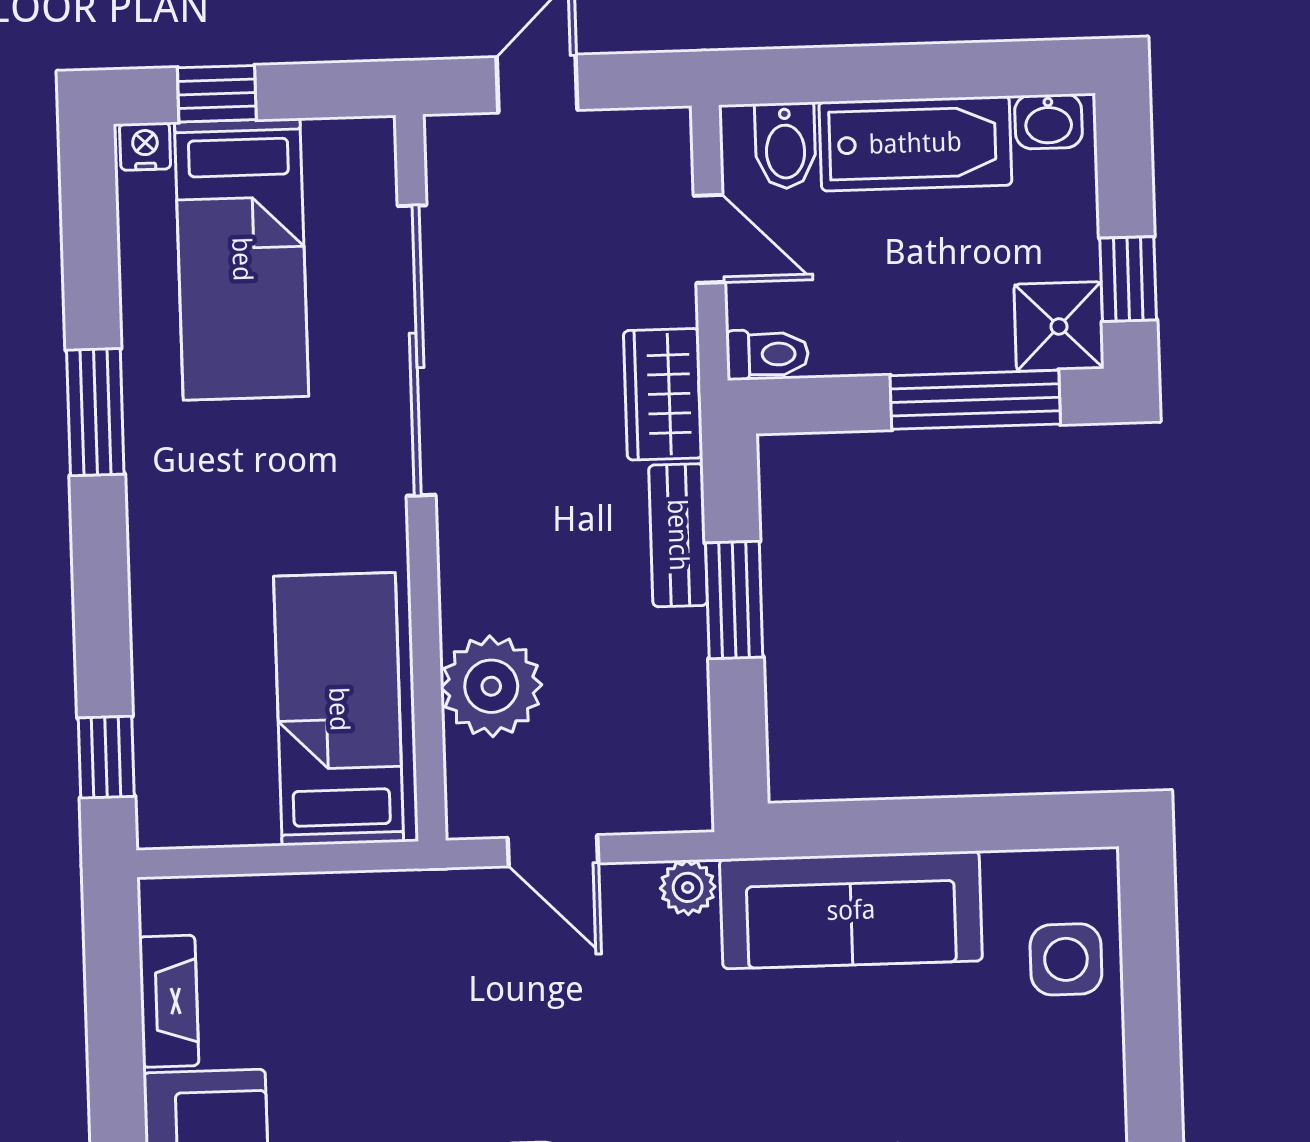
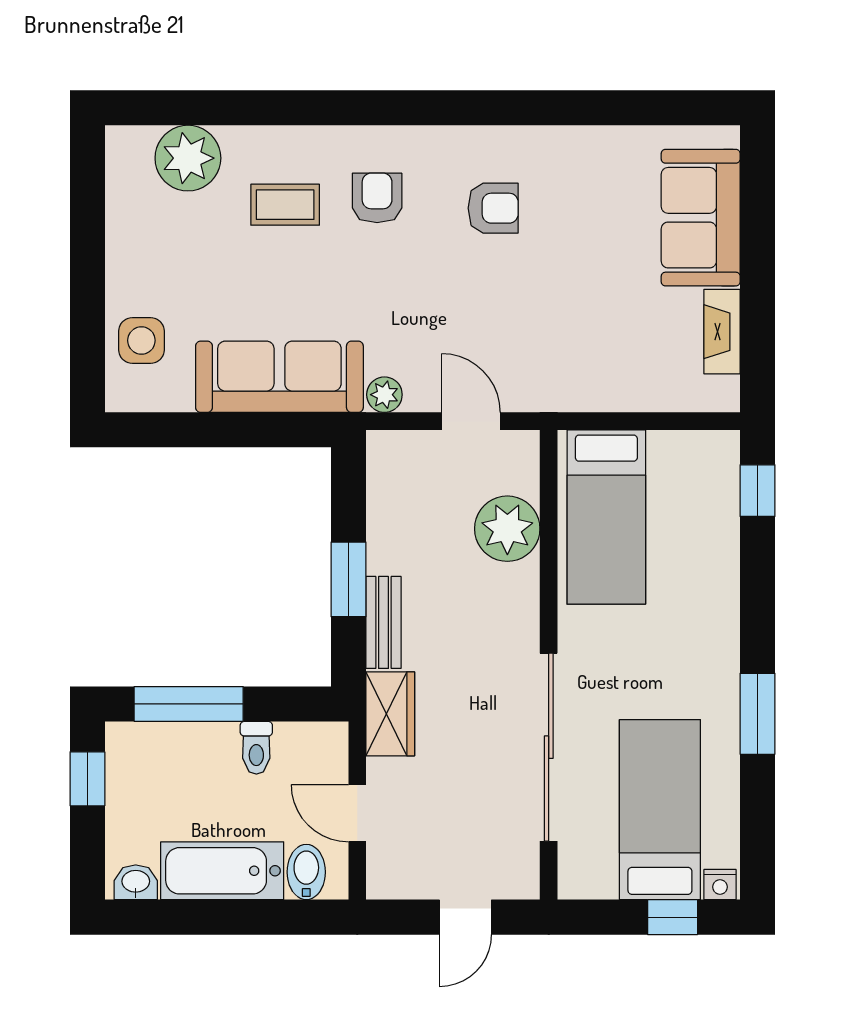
shower: (1059, 326) -> (133, 750), removed
toilet: (767, 354) -> (256, 748), moved, turned -90

